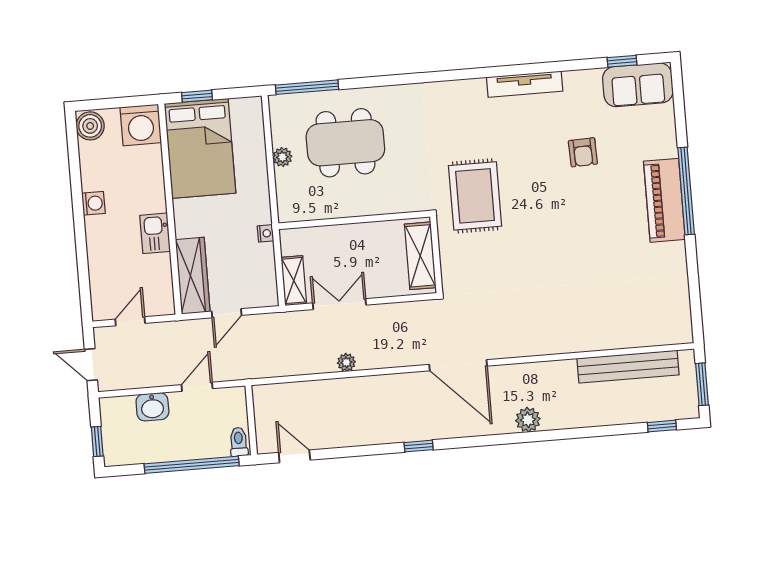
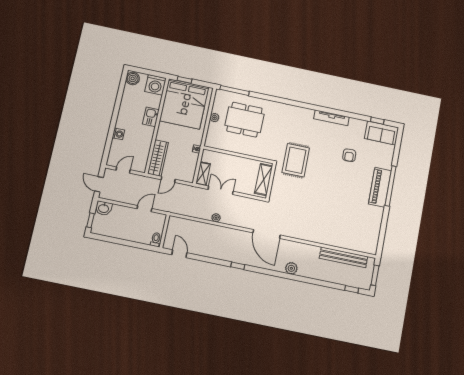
bed: (200, 148) -> (184, 104), width x1.36
washing machine: (93, 203) -> (118, 134), moved
kitchen sink: (155, 233) -> (151, 117), moved
washbasin: (152, 407) -> (104, 208), moved
window: (192, 465) -> (131, 244), removed

